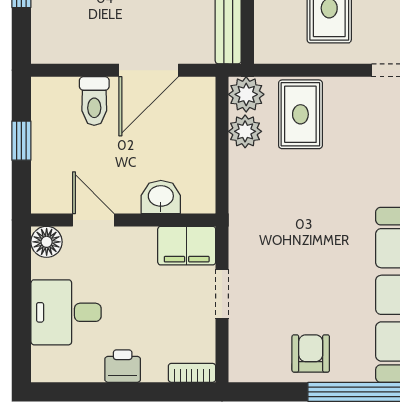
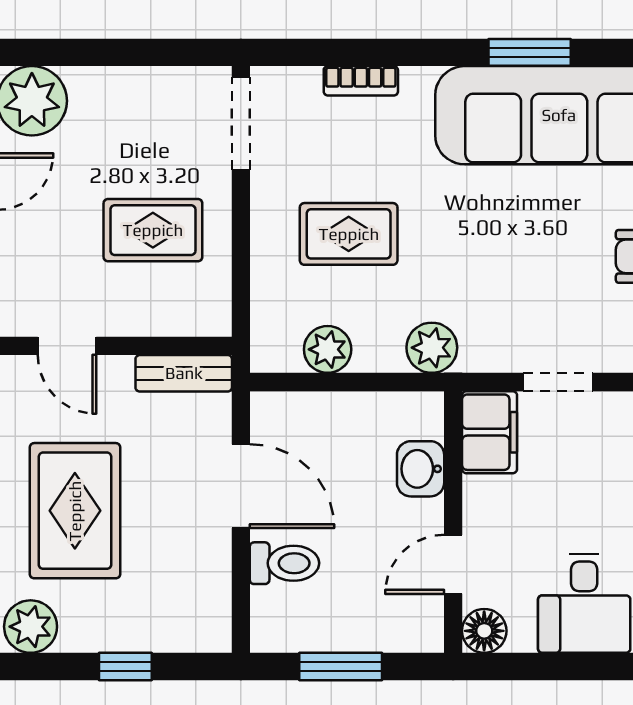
plant: (246, 94) -> (432, 348), moved
rug: (300, 114) -> (349, 234), moved
window: (21, 141) -> (341, 666), width x1.50

